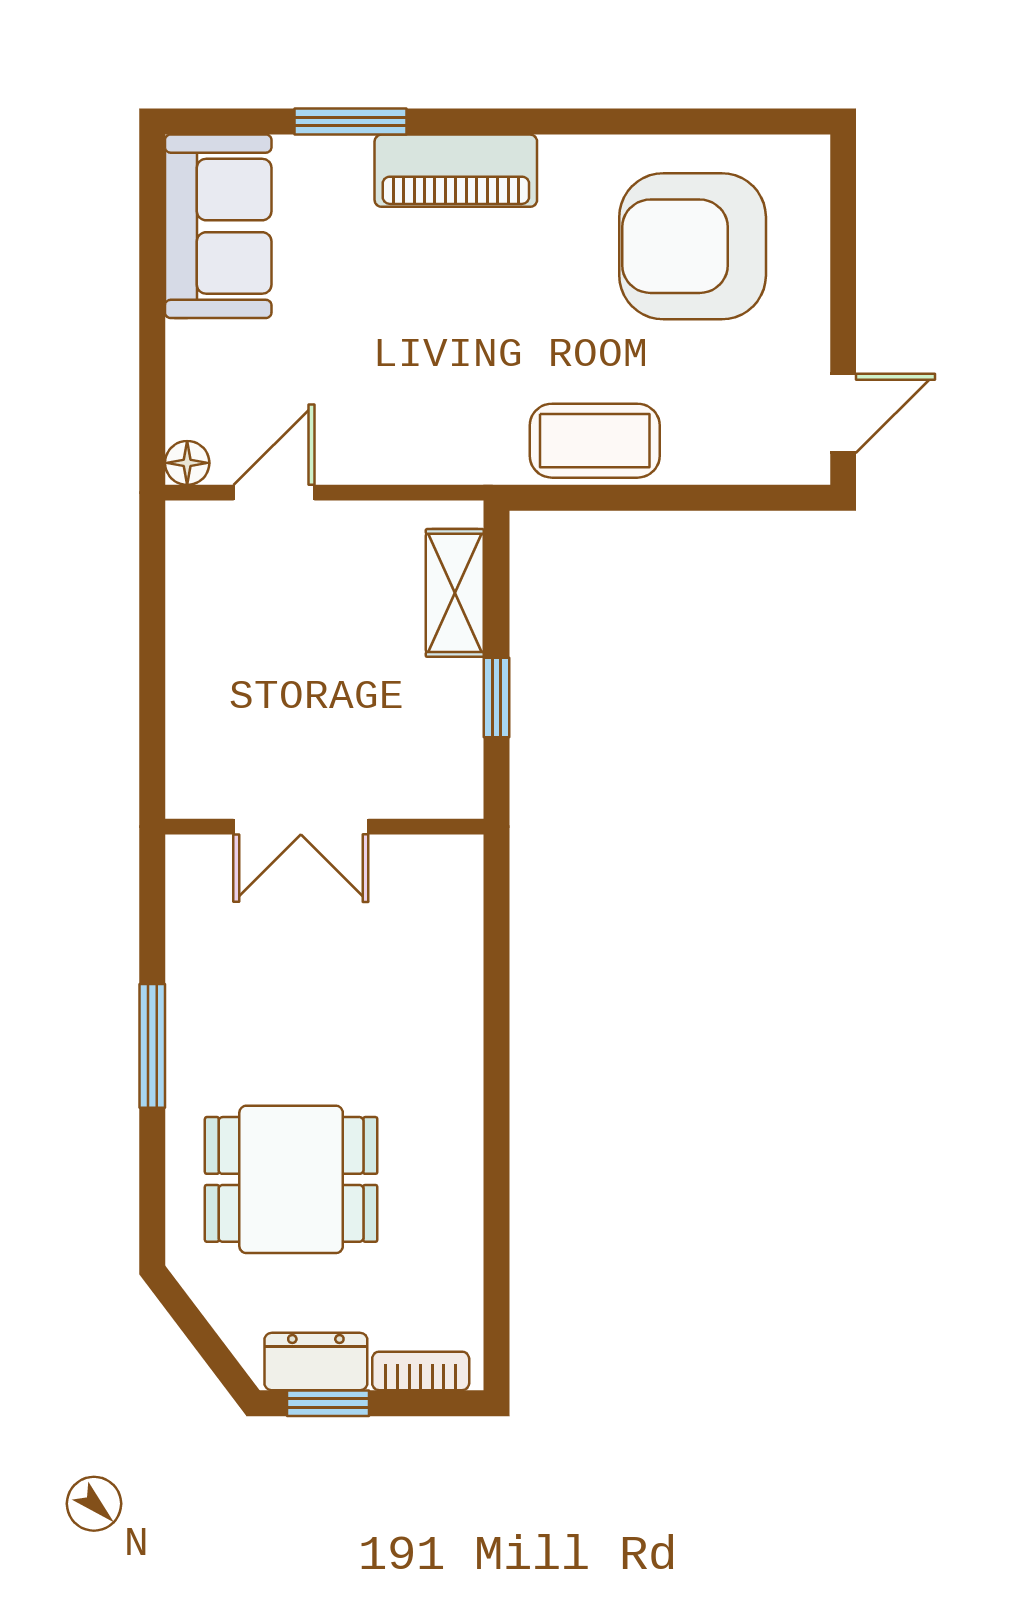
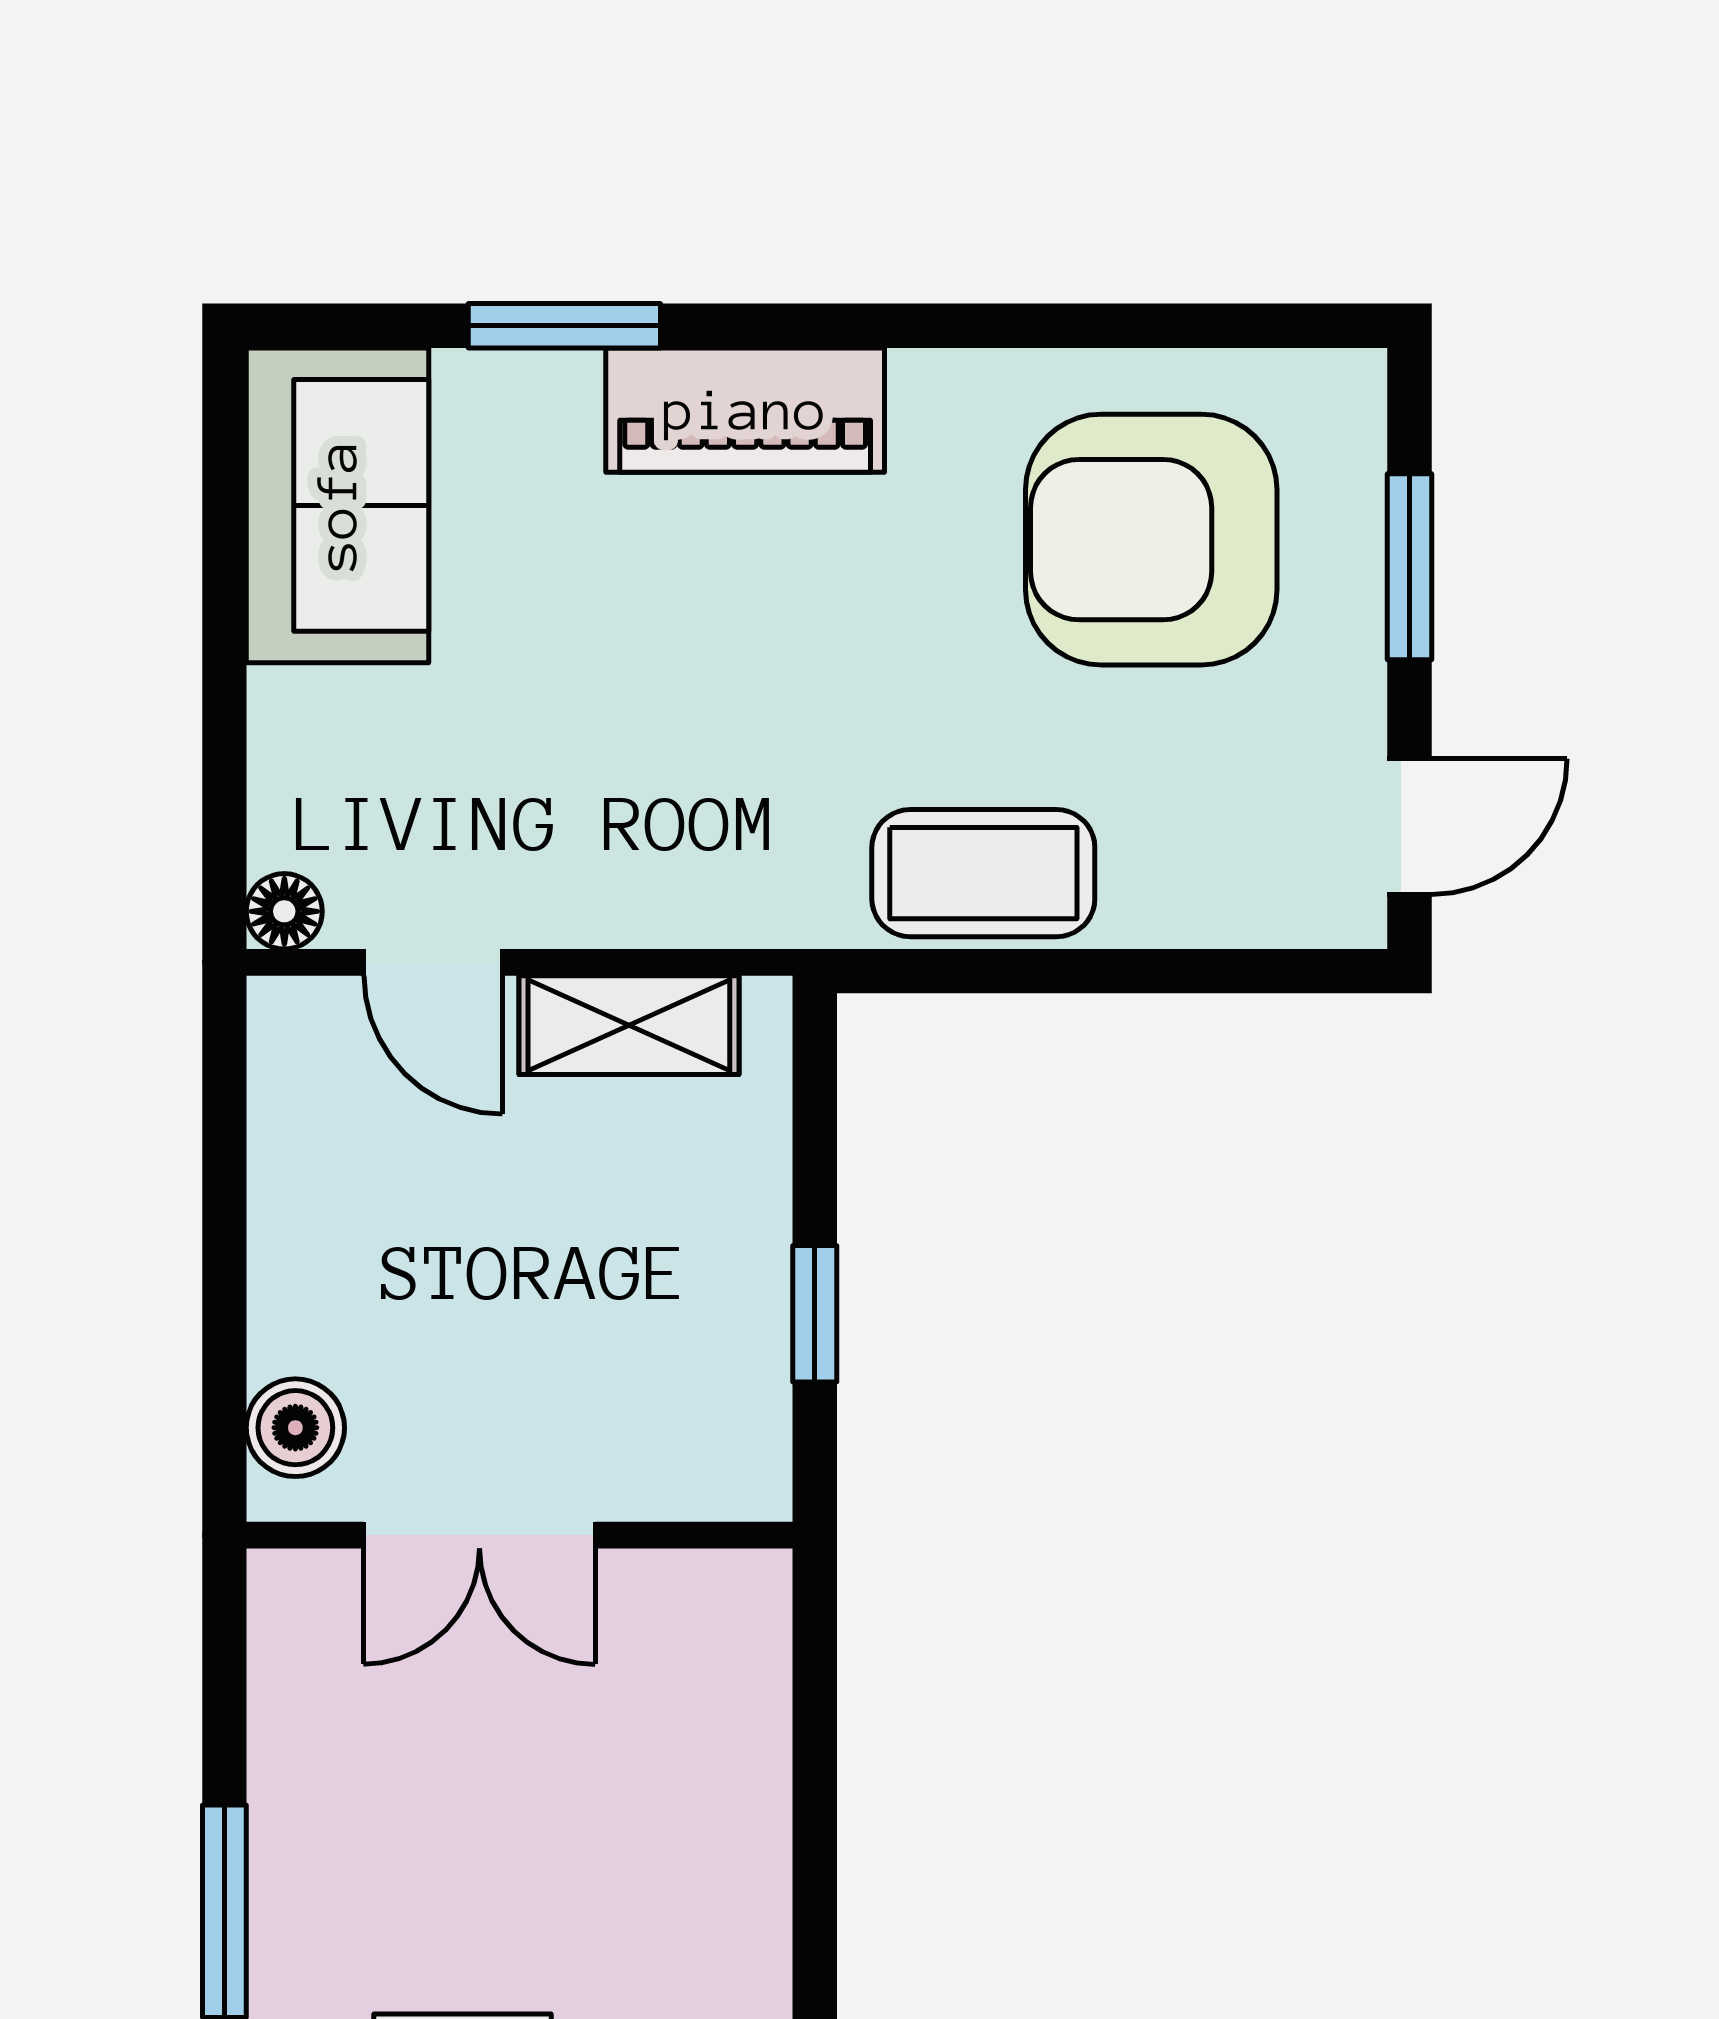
window: (843, 262) -> (1410, 567), added
door: (274, 493) -> (433, 962), swing flipped
shelving: (455, 593) -> (629, 1025), moved, turned 90
boiler: (194, 764) -> (295, 1428), added

